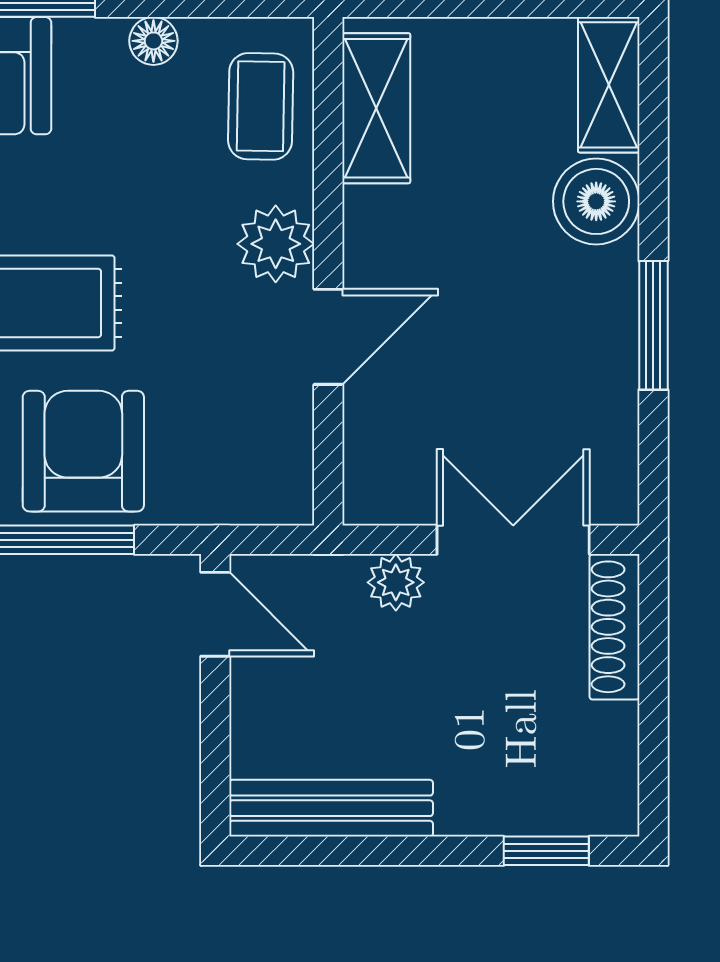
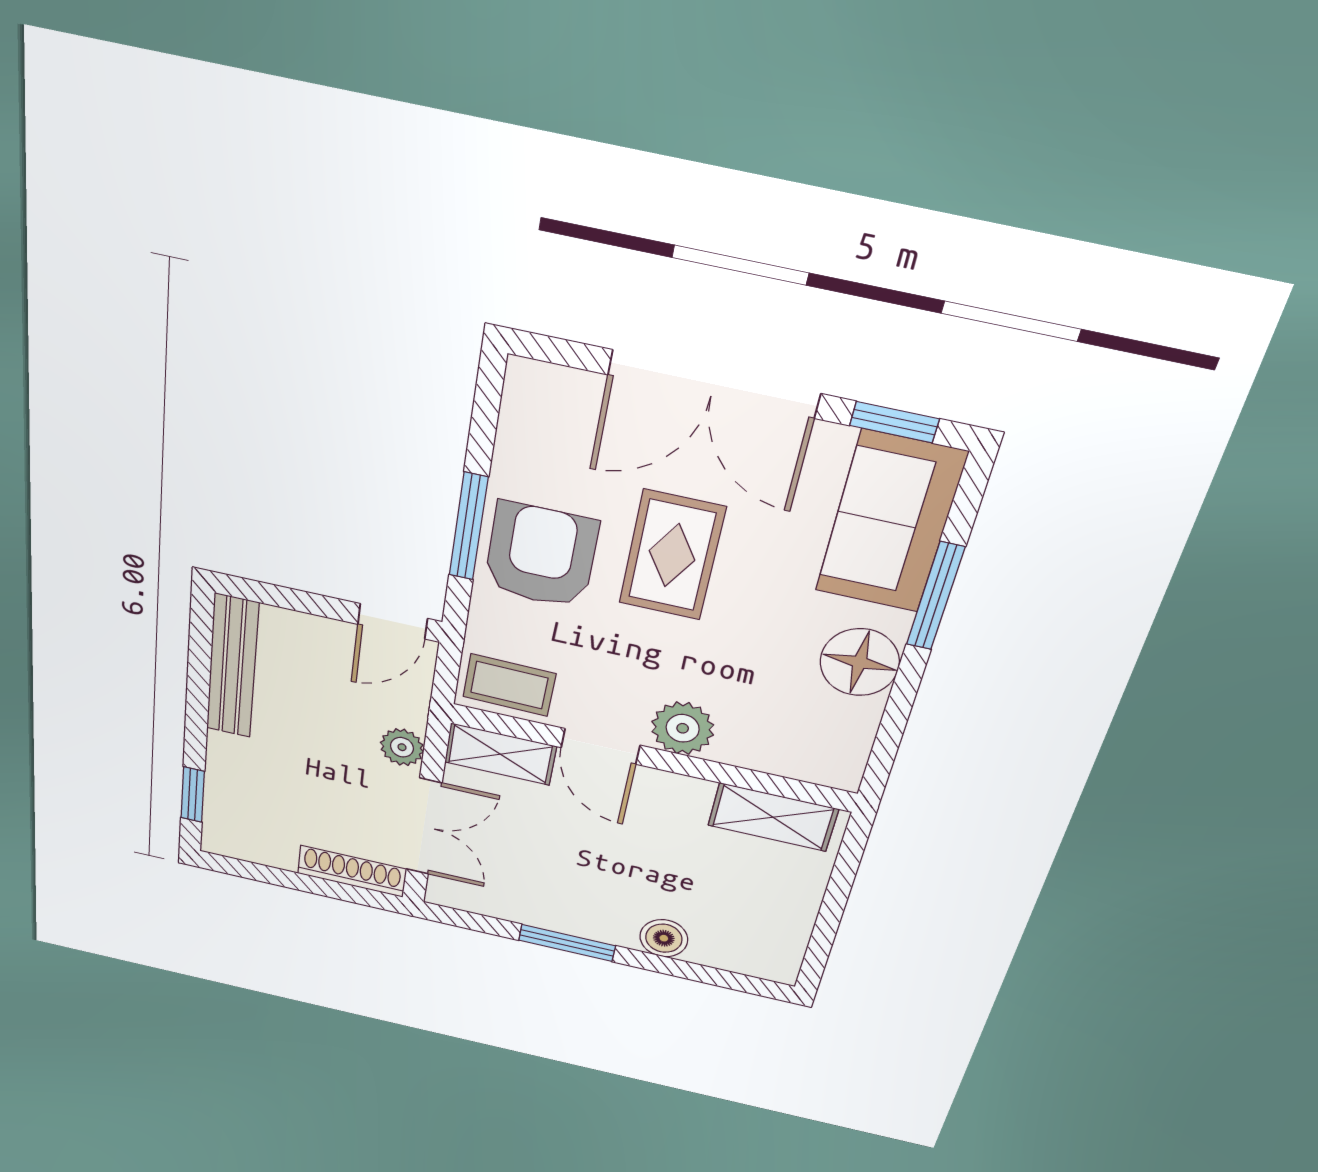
floor lamp: (153, 41) -> (860, 662), width x1.89, depth x1.89
shelving: (609, 85) -> (500, 754), moved
coffee table: (261, 106) -> (509, 685), moved
boiler: (596, 201) -> (664, 938), width x0.73, depth x0.73
armchair: (83, 451) -> (541, 555), turned -90

